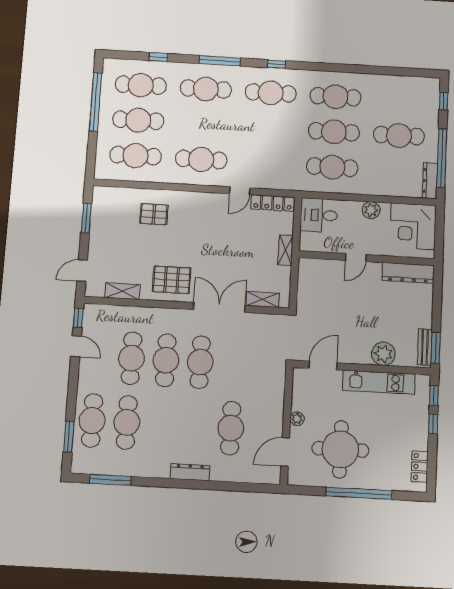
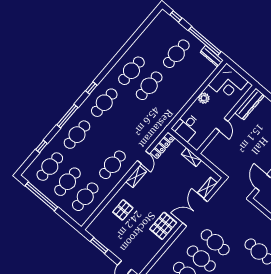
cafe table: (332, 167) -> (167, 101), removed
shelving: (122, 291) -> (136, 177), moved

